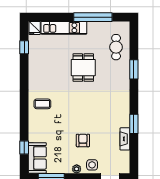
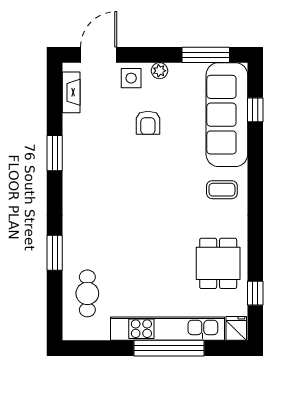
window: (93, 17) -> (169, 348), moved
kitchen unit: (64, 28) -> (168, 329), width x1.36
dining table: (83, 68) -> (218, 263), moved
fireplace: (125, 139) -> (71, 92), moved
sofa: (37, 158) -> (227, 115), width x1.85, depth x1.27

